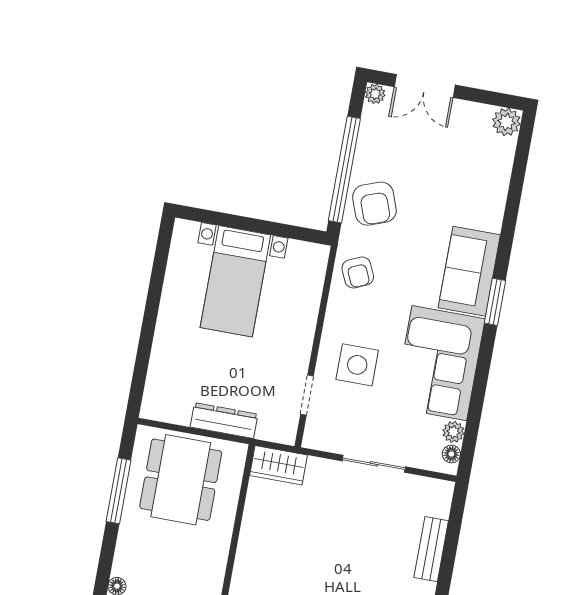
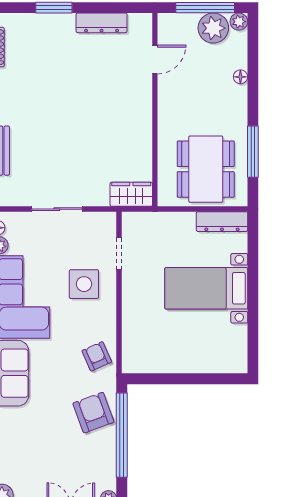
bed with nightstands: (235, 281) -> (206, 288), moved, turned -90
dresser: (224, 421) -> (222, 222), moved

